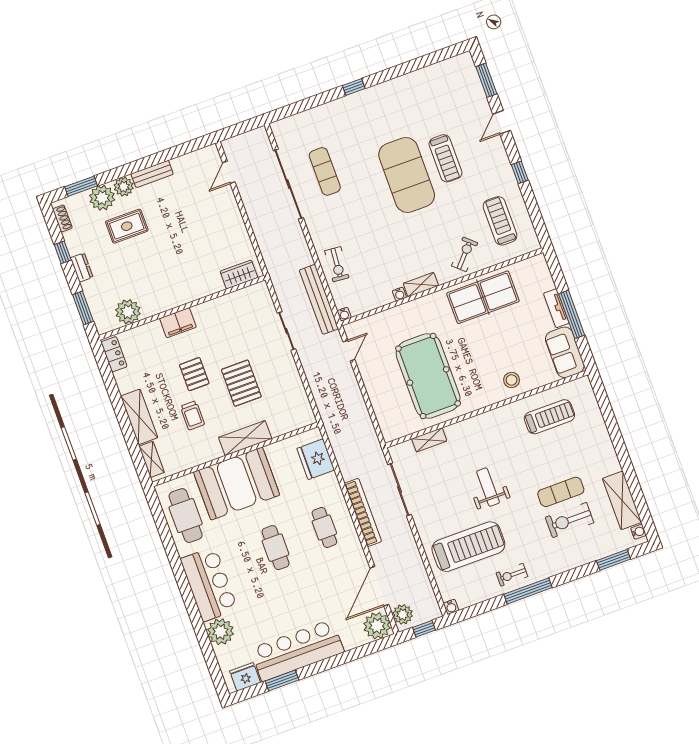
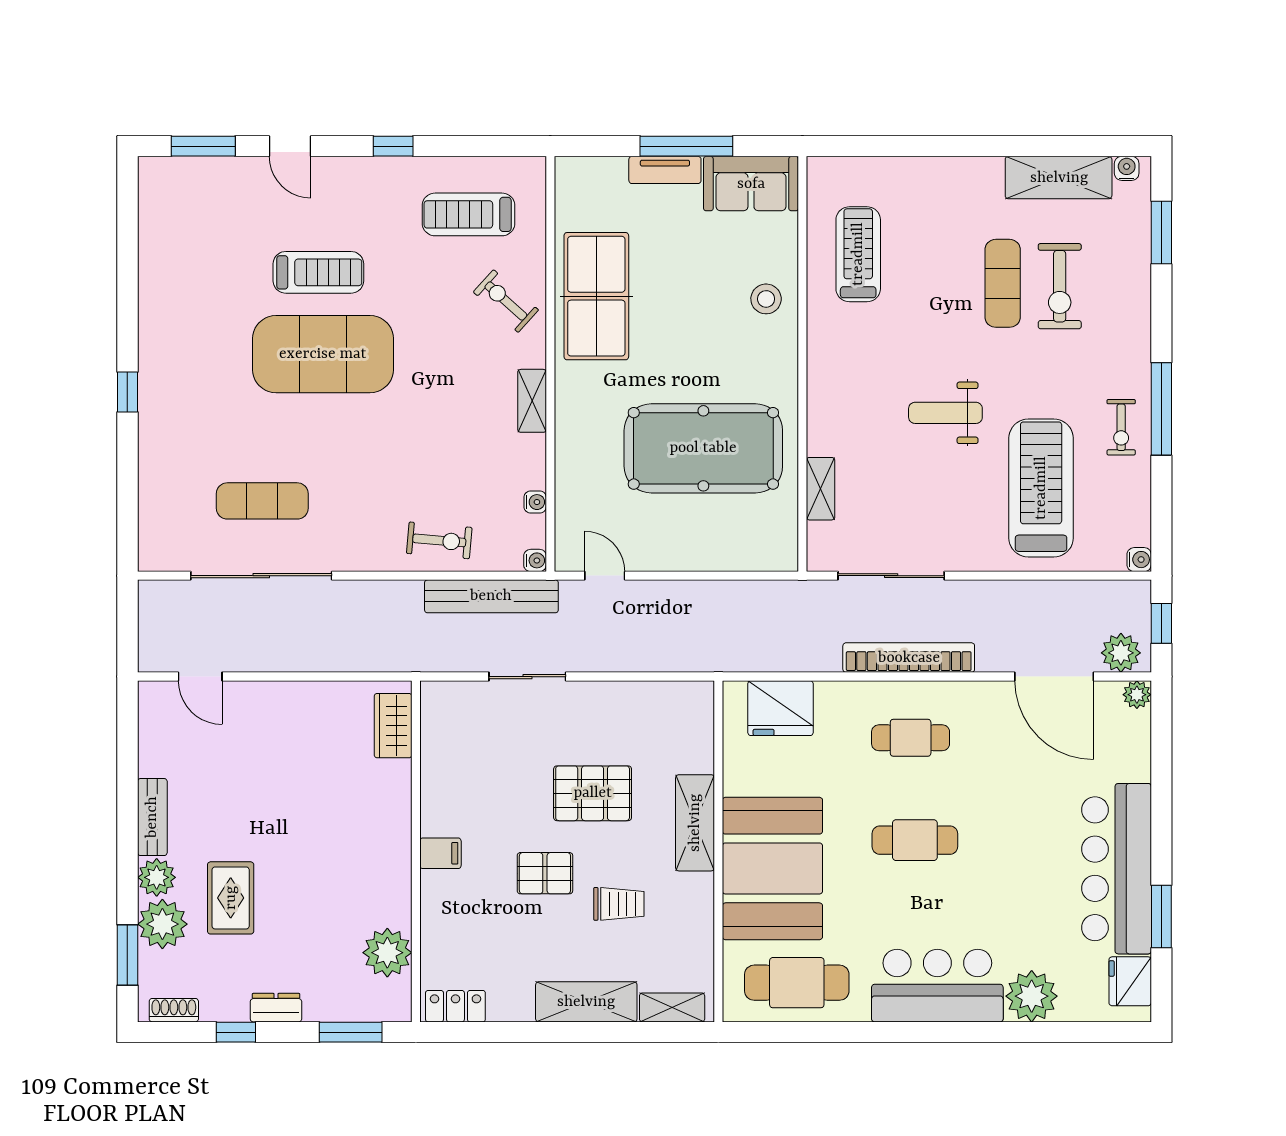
water cooler: (399, 294) -> (535, 502), moved
filing cabinet: (178, 323) -> (440, 853), width x0.50
plant: (377, 626) -> (1137, 695), width x0.53, depth x0.53

